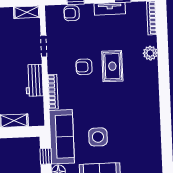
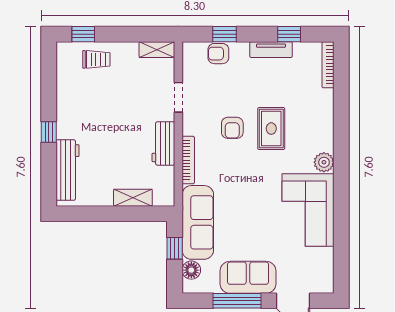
plant: (150, 53) -> (324, 162), moved
armchair: (84, 67) -> (232, 128), turned -90
corner sofa: (142, 124) -> (308, 210), added
side table: (98, 137) -> (247, 225), removed

